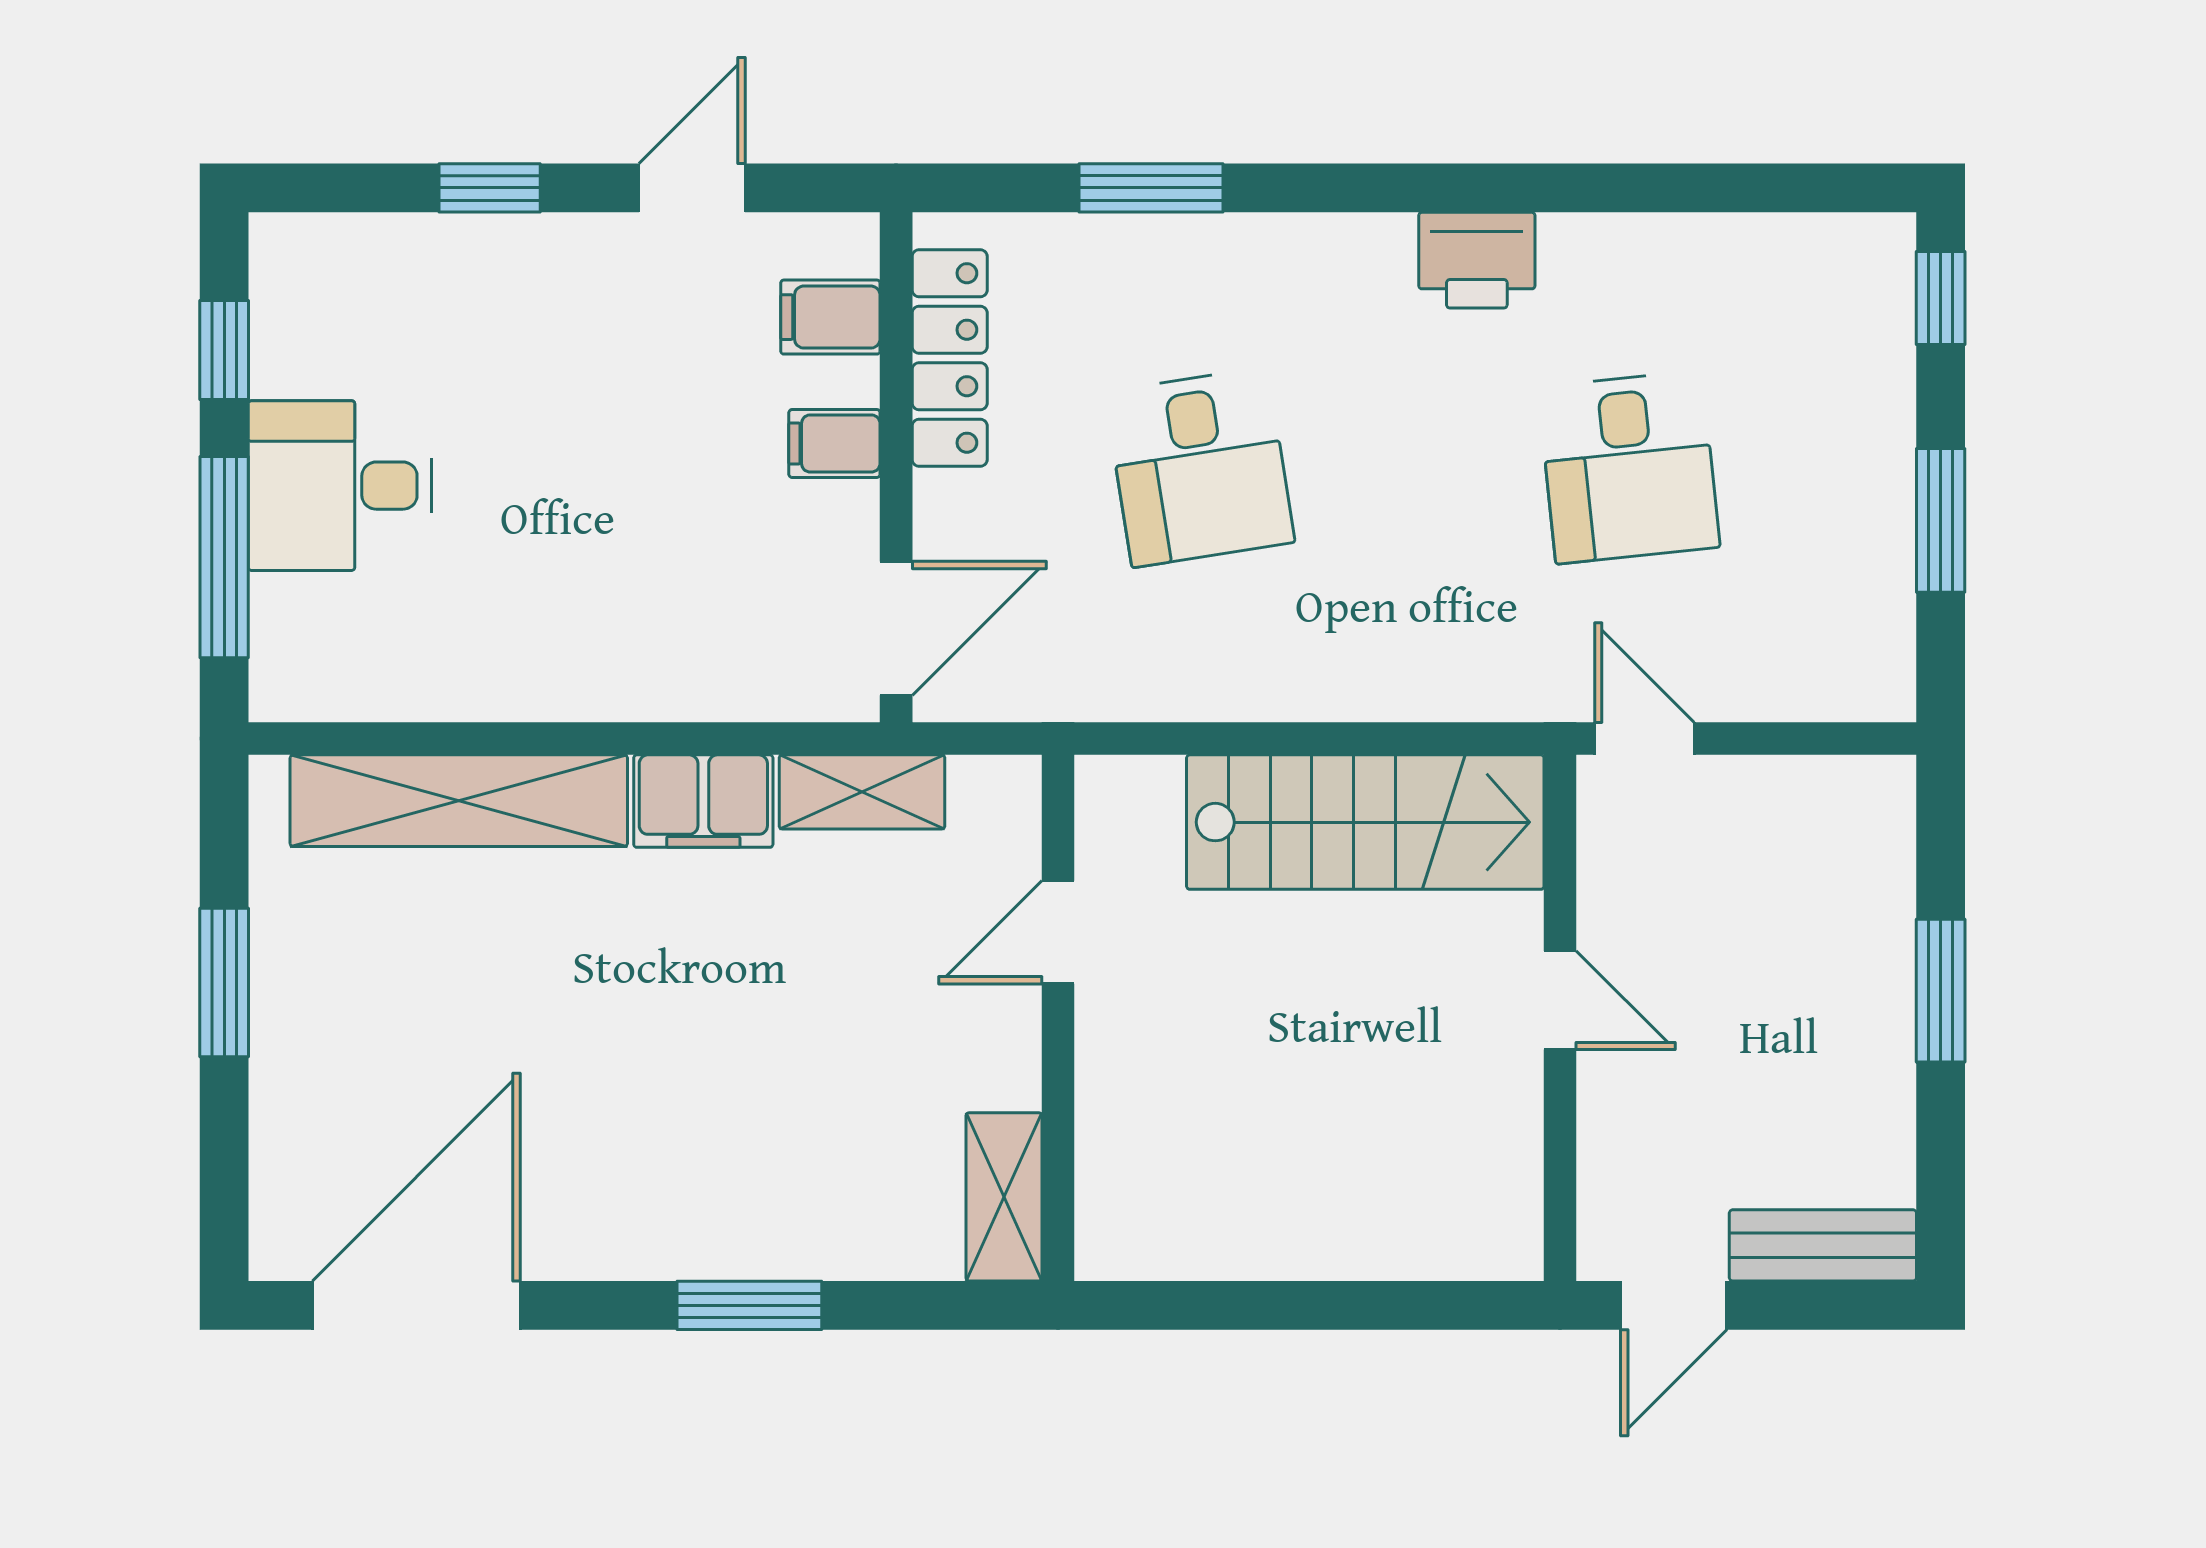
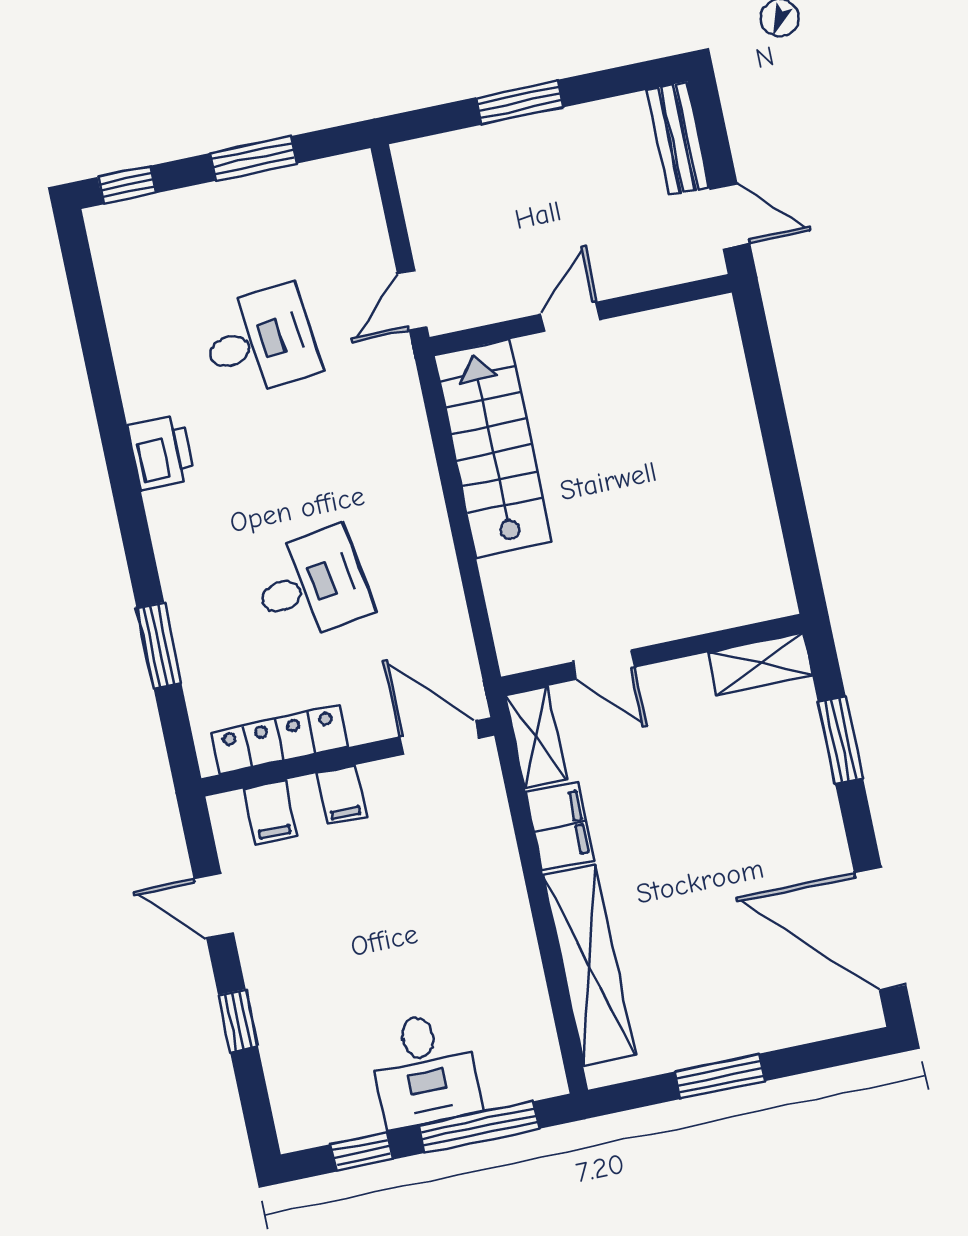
door: (1058, 932) -> (604, 665), moved
wall: (1058, 1018) -> (652, 654), moved
shelving: (1004, 1197) -> (760, 664), moved

